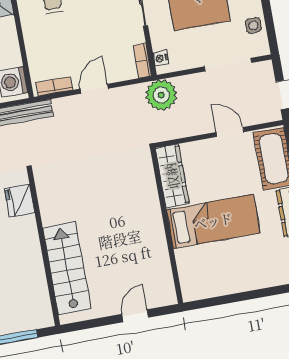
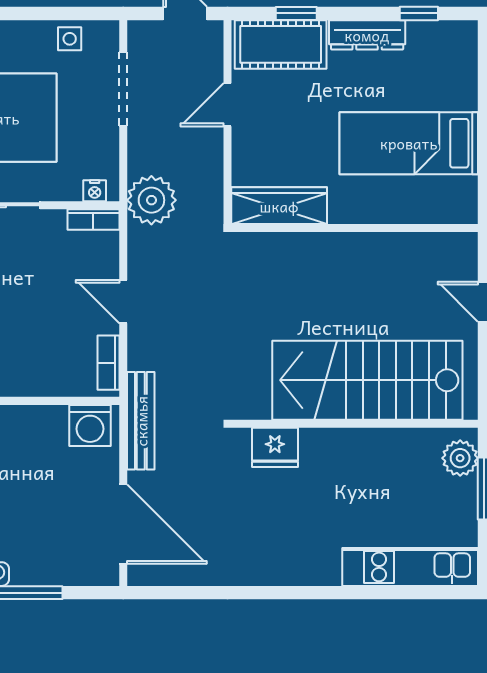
bed: (213, 221) -> (409, 143), moved, turned -90
stairs: (67, 268) -> (367, 380), width x1.36, depth x1.51
plant: (34, 318) -> (460, 458), added

